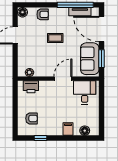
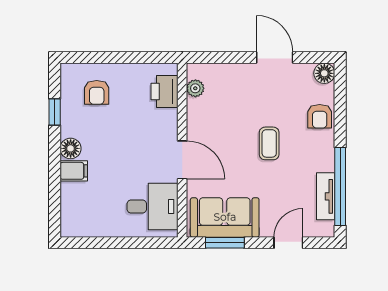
door: (102, 29) -> (288, 243), width x0.53
floor lamp: (85, 131) -> (71, 148), moved

